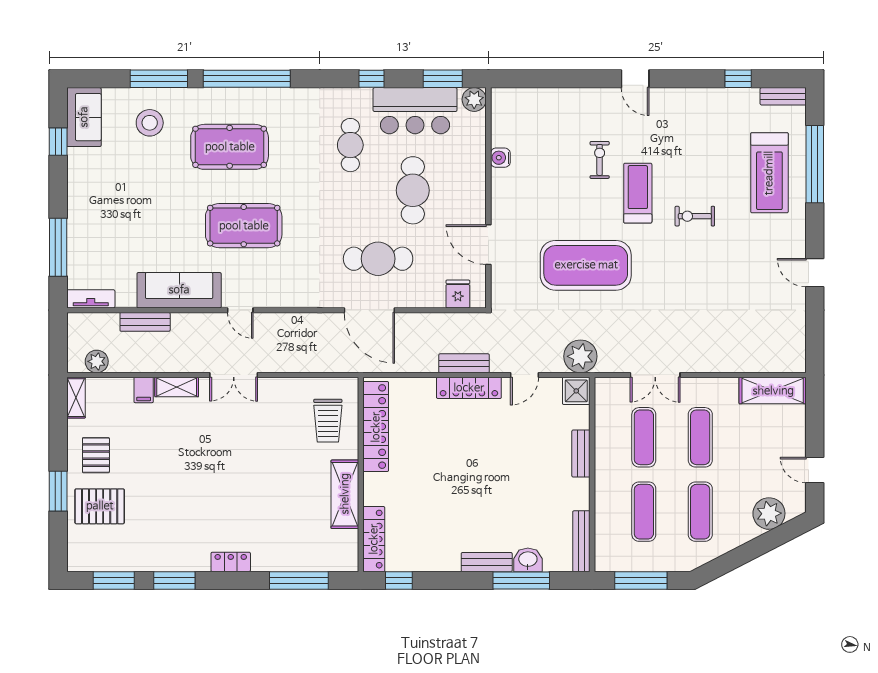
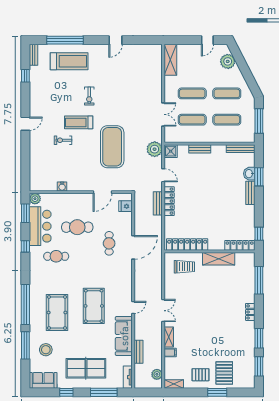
window: (58, 142) -> (66, 392), moved
table tennis table: (110, 209) -> (86, 368), added
cafe table: (378, 259) -> (109, 243), width x0.73, depth x0.74
window: (521, 580) -> (259, 177), width x0.69

